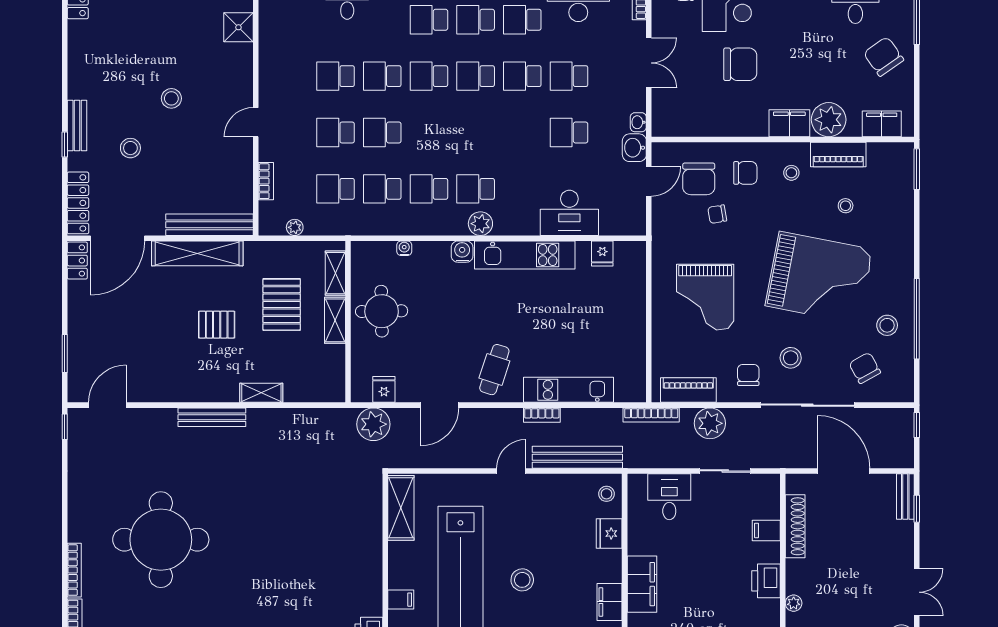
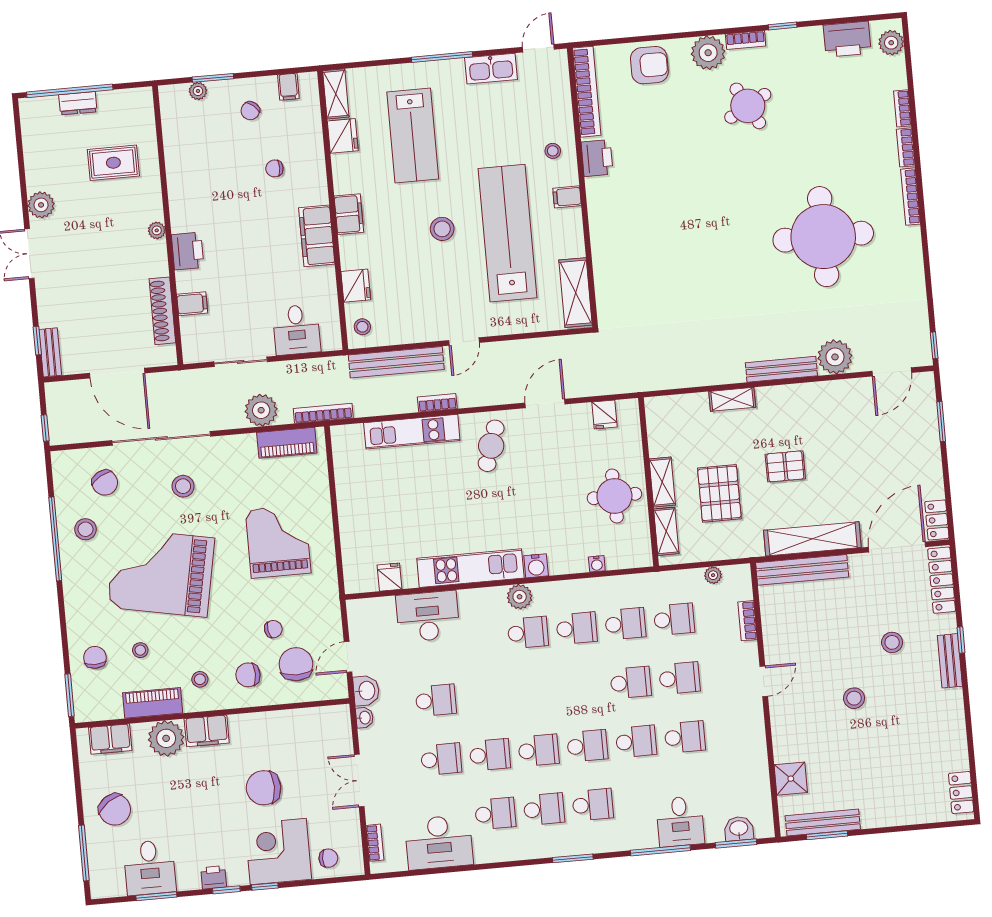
chair: (748, 375) -> (95, 657), moved, turned 180
plant: (373, 424) -> (835, 357), moved

